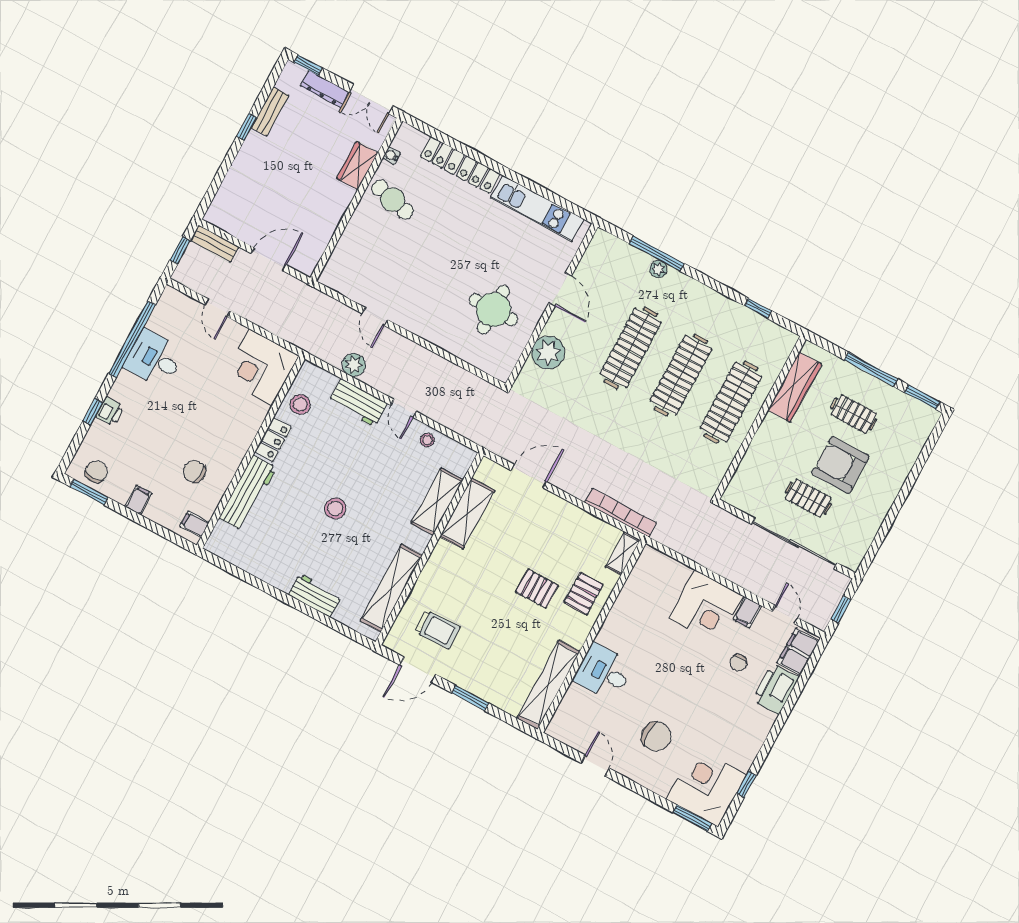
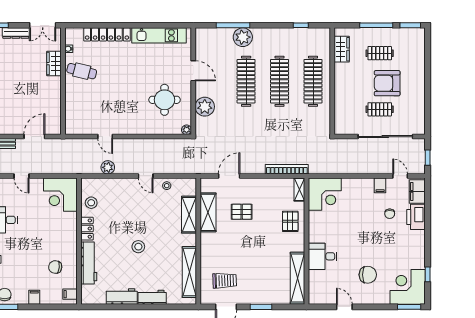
plant: (658, 269) -> (243, 37), width x1.88, depth x1.88
plant: (502, 372) -> (187, 130), added
wardrobe: (795, 387) -> (342, 49), width x0.67
workbench: (358, 403) -> (122, 297), moved, turned 180
pallet: (537, 589) -> (242, 212), moved
corner desk: (706, 607) -> (325, 194), moved

